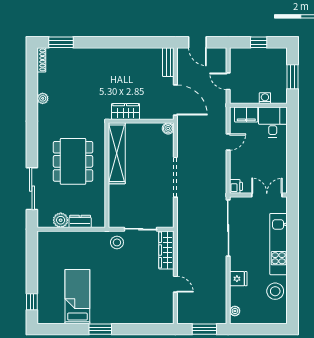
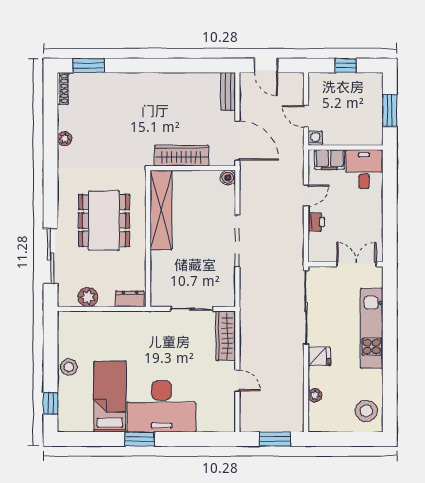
washing machine: (265, 98) -> (315, 138), moved
wardrobe: (126, 111) -> (181, 156), width x1.50
printer: (236, 186) -> (316, 222), moved
dresser: (80, 221) -> (130, 299), moved
stool: (117, 242) -> (69, 367), moved
fridge: (238, 279) -> (319, 356), moved
stool: (275, 291) -> (366, 411), moved
desk: (117, 304) -> (162, 406), added
plant: (235, 311) -> (315, 395), moved

